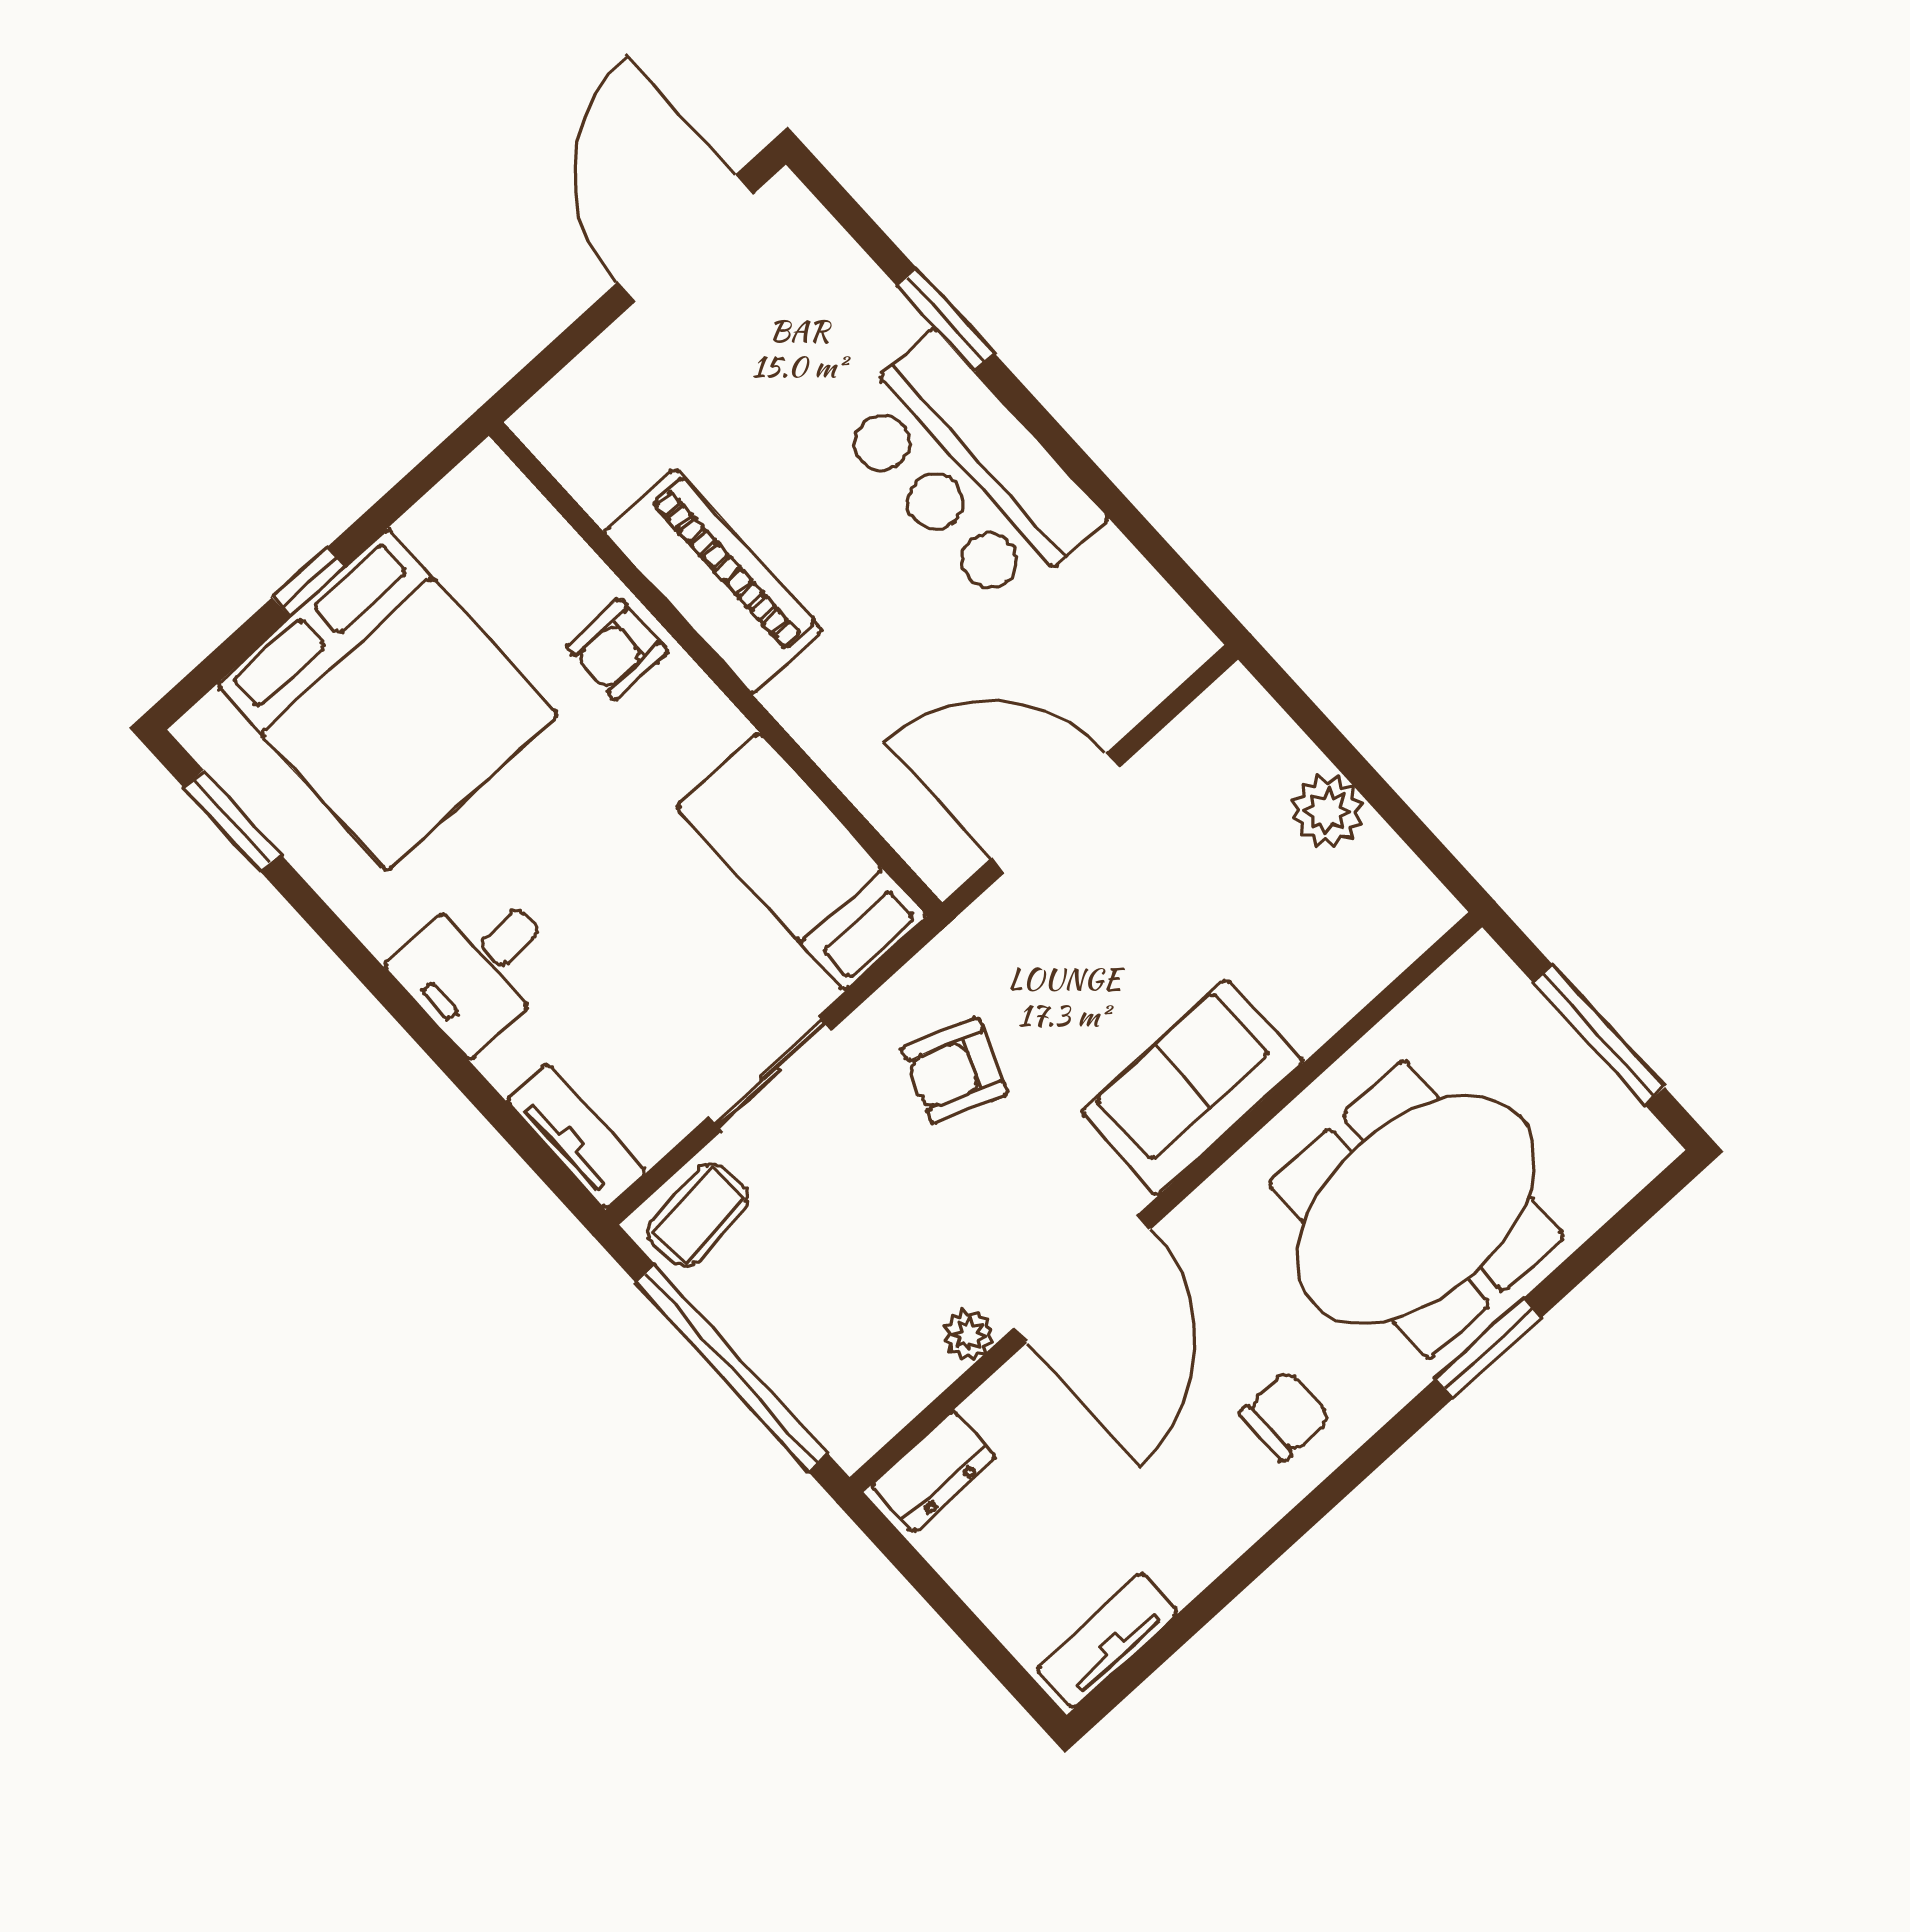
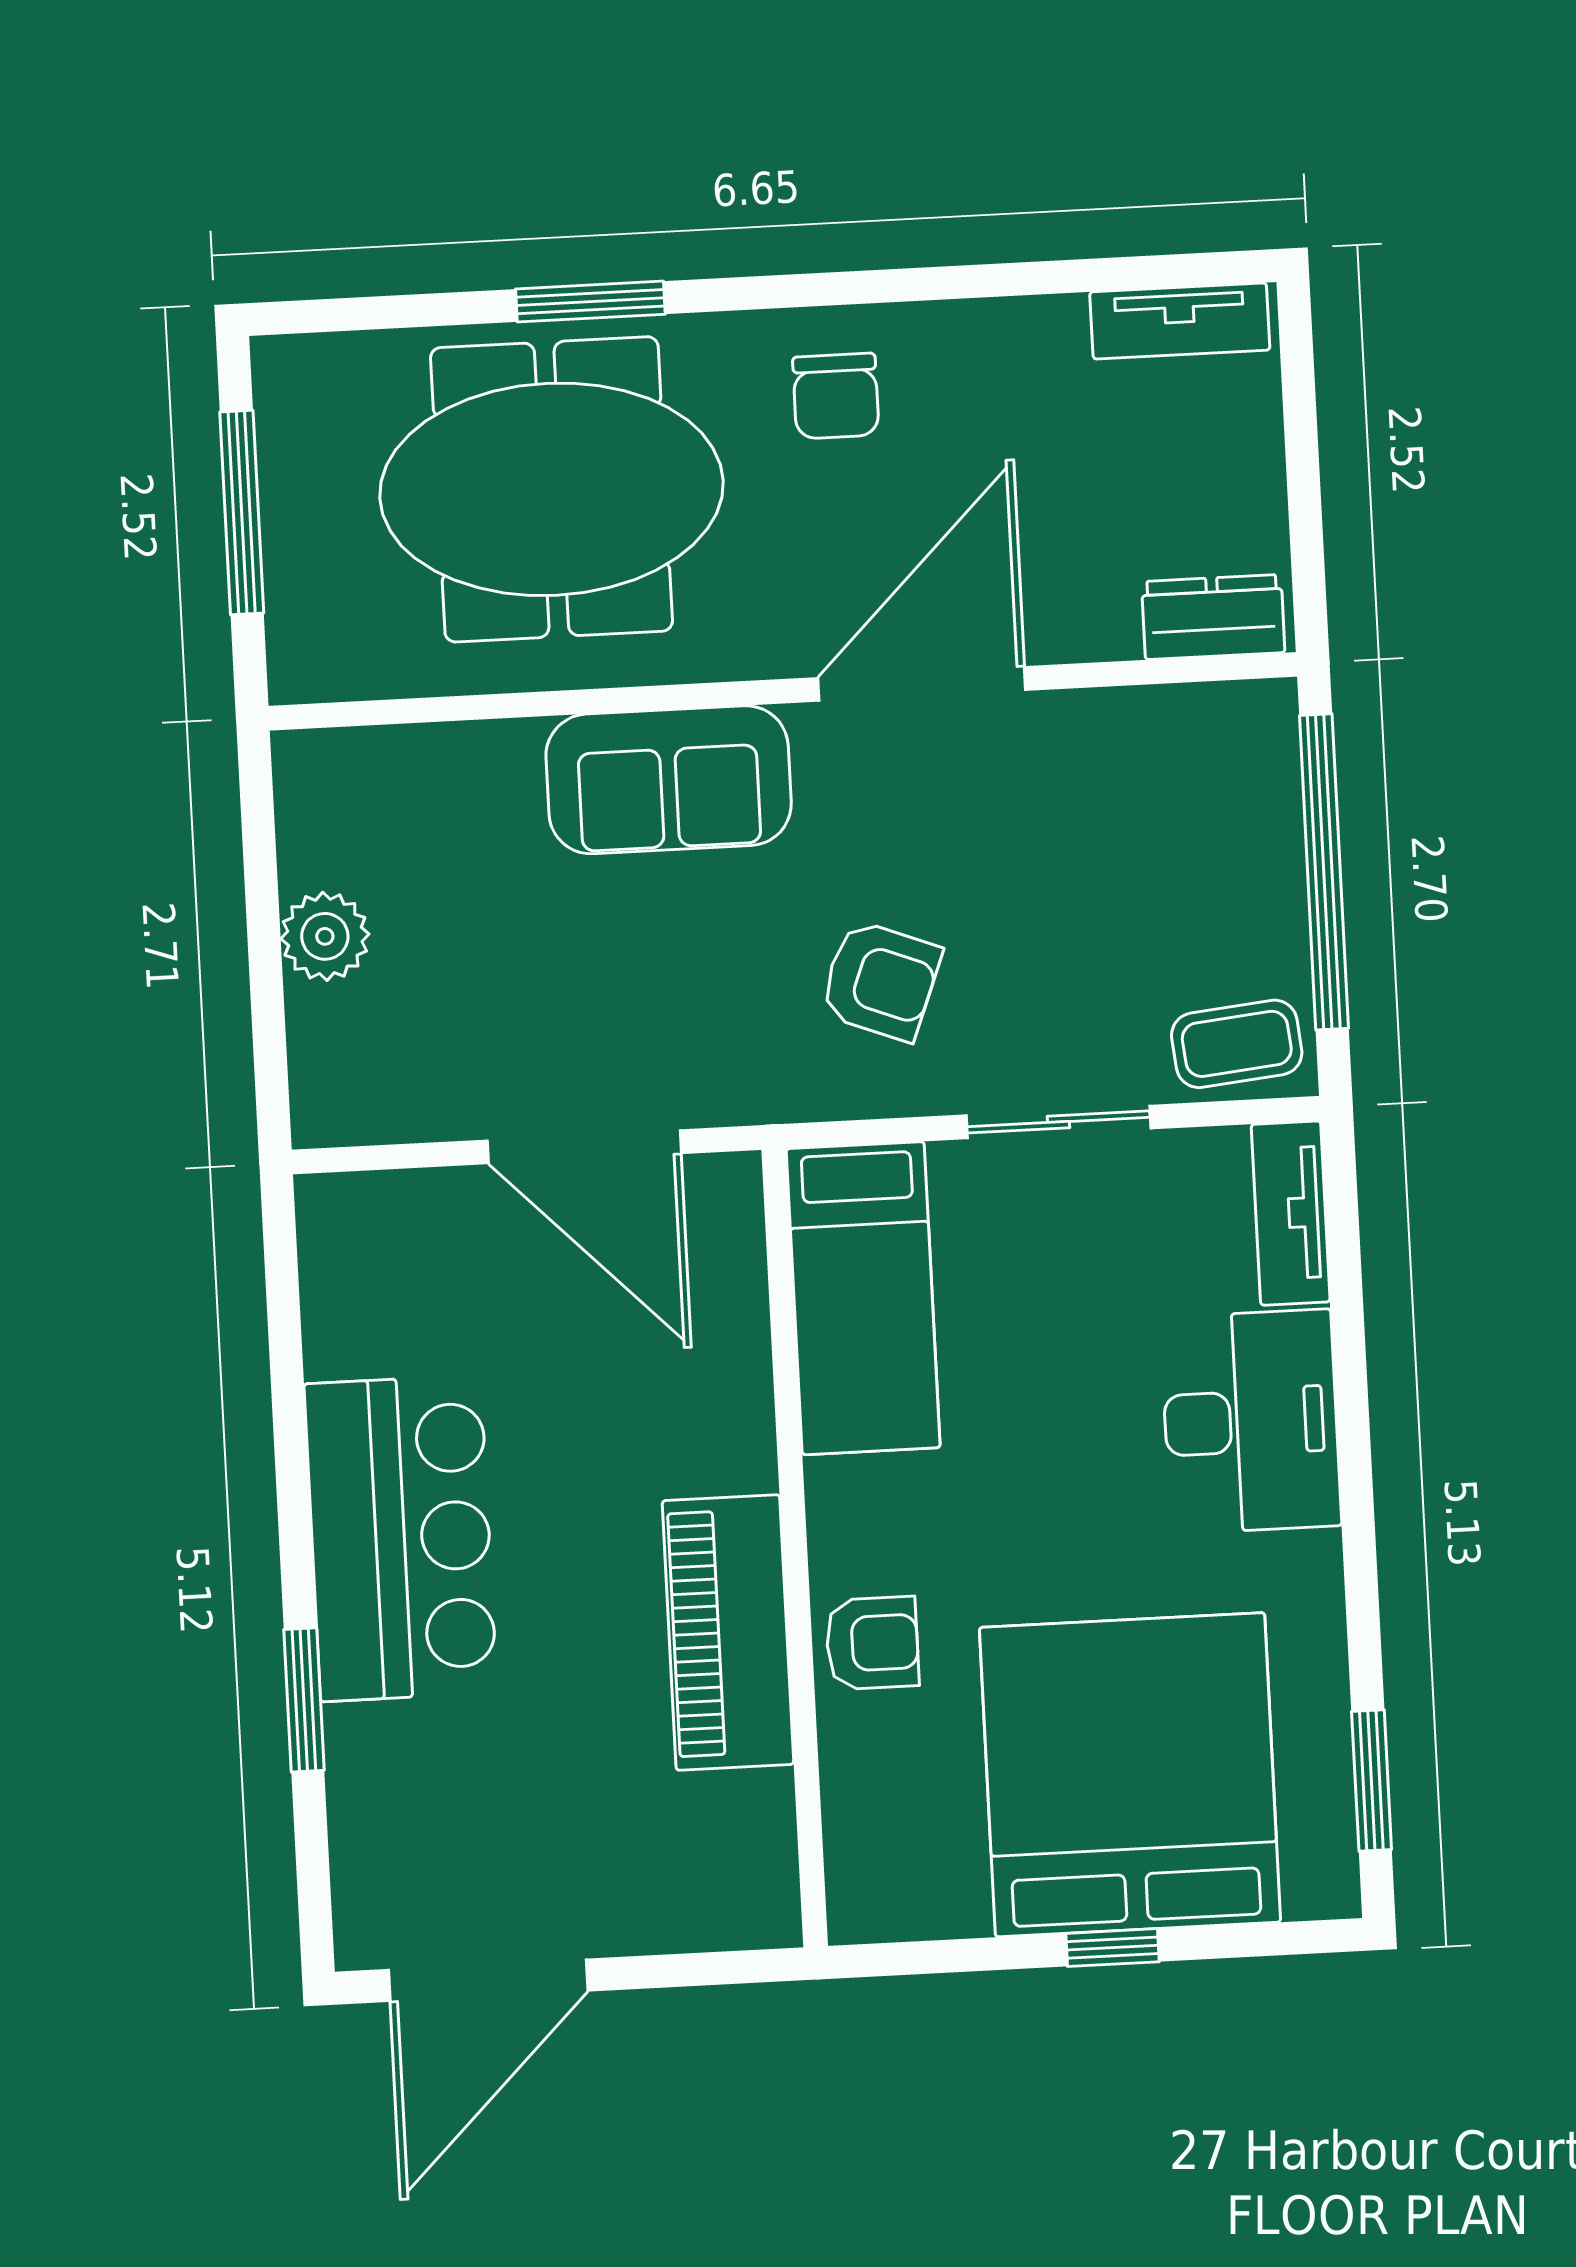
desk: (478, 967) -> (1251, 1422), width x1.37
plant: (969, 1335) -> (1073, 719), removed
chair: (1285, 1415) -> (836, 396), turned -90

